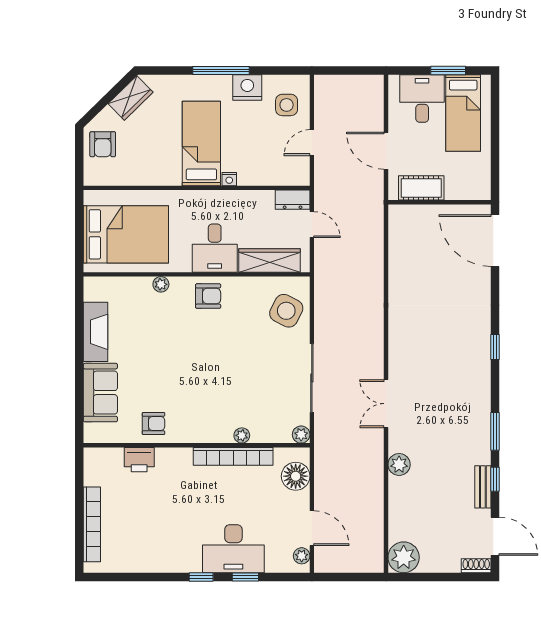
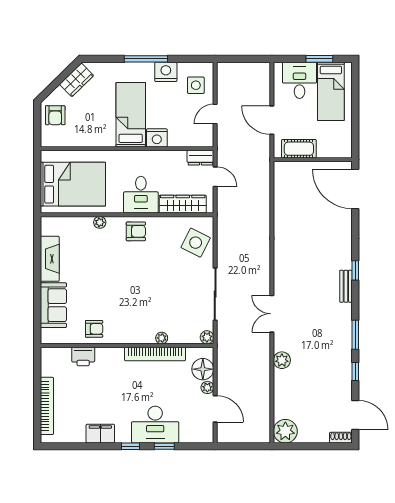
nightstand: (229, 179) -> (157, 138), width x1.89, depth x1.79
bench: (483, 487) -> (346, 286), moved
plant: (302, 556) -> (207, 387), moved
filing cabinet: (162, 561) -> (100, 434), added

